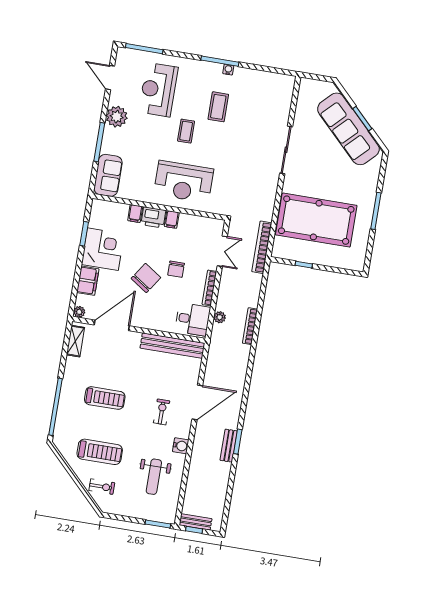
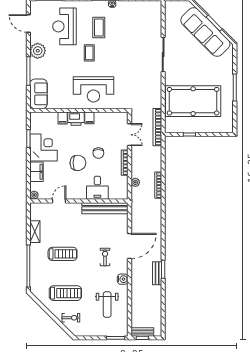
coffee table: (218, 107) -> (99, 27), moved
chair: (146, 278) -> (78, 163), turned 56
desk: (193, 319) -> (97, 188), moved, turned 90
door: (112, 325) -> (59, 201), width x0.53
shelving: (75, 341) -> (35, 232), moved

